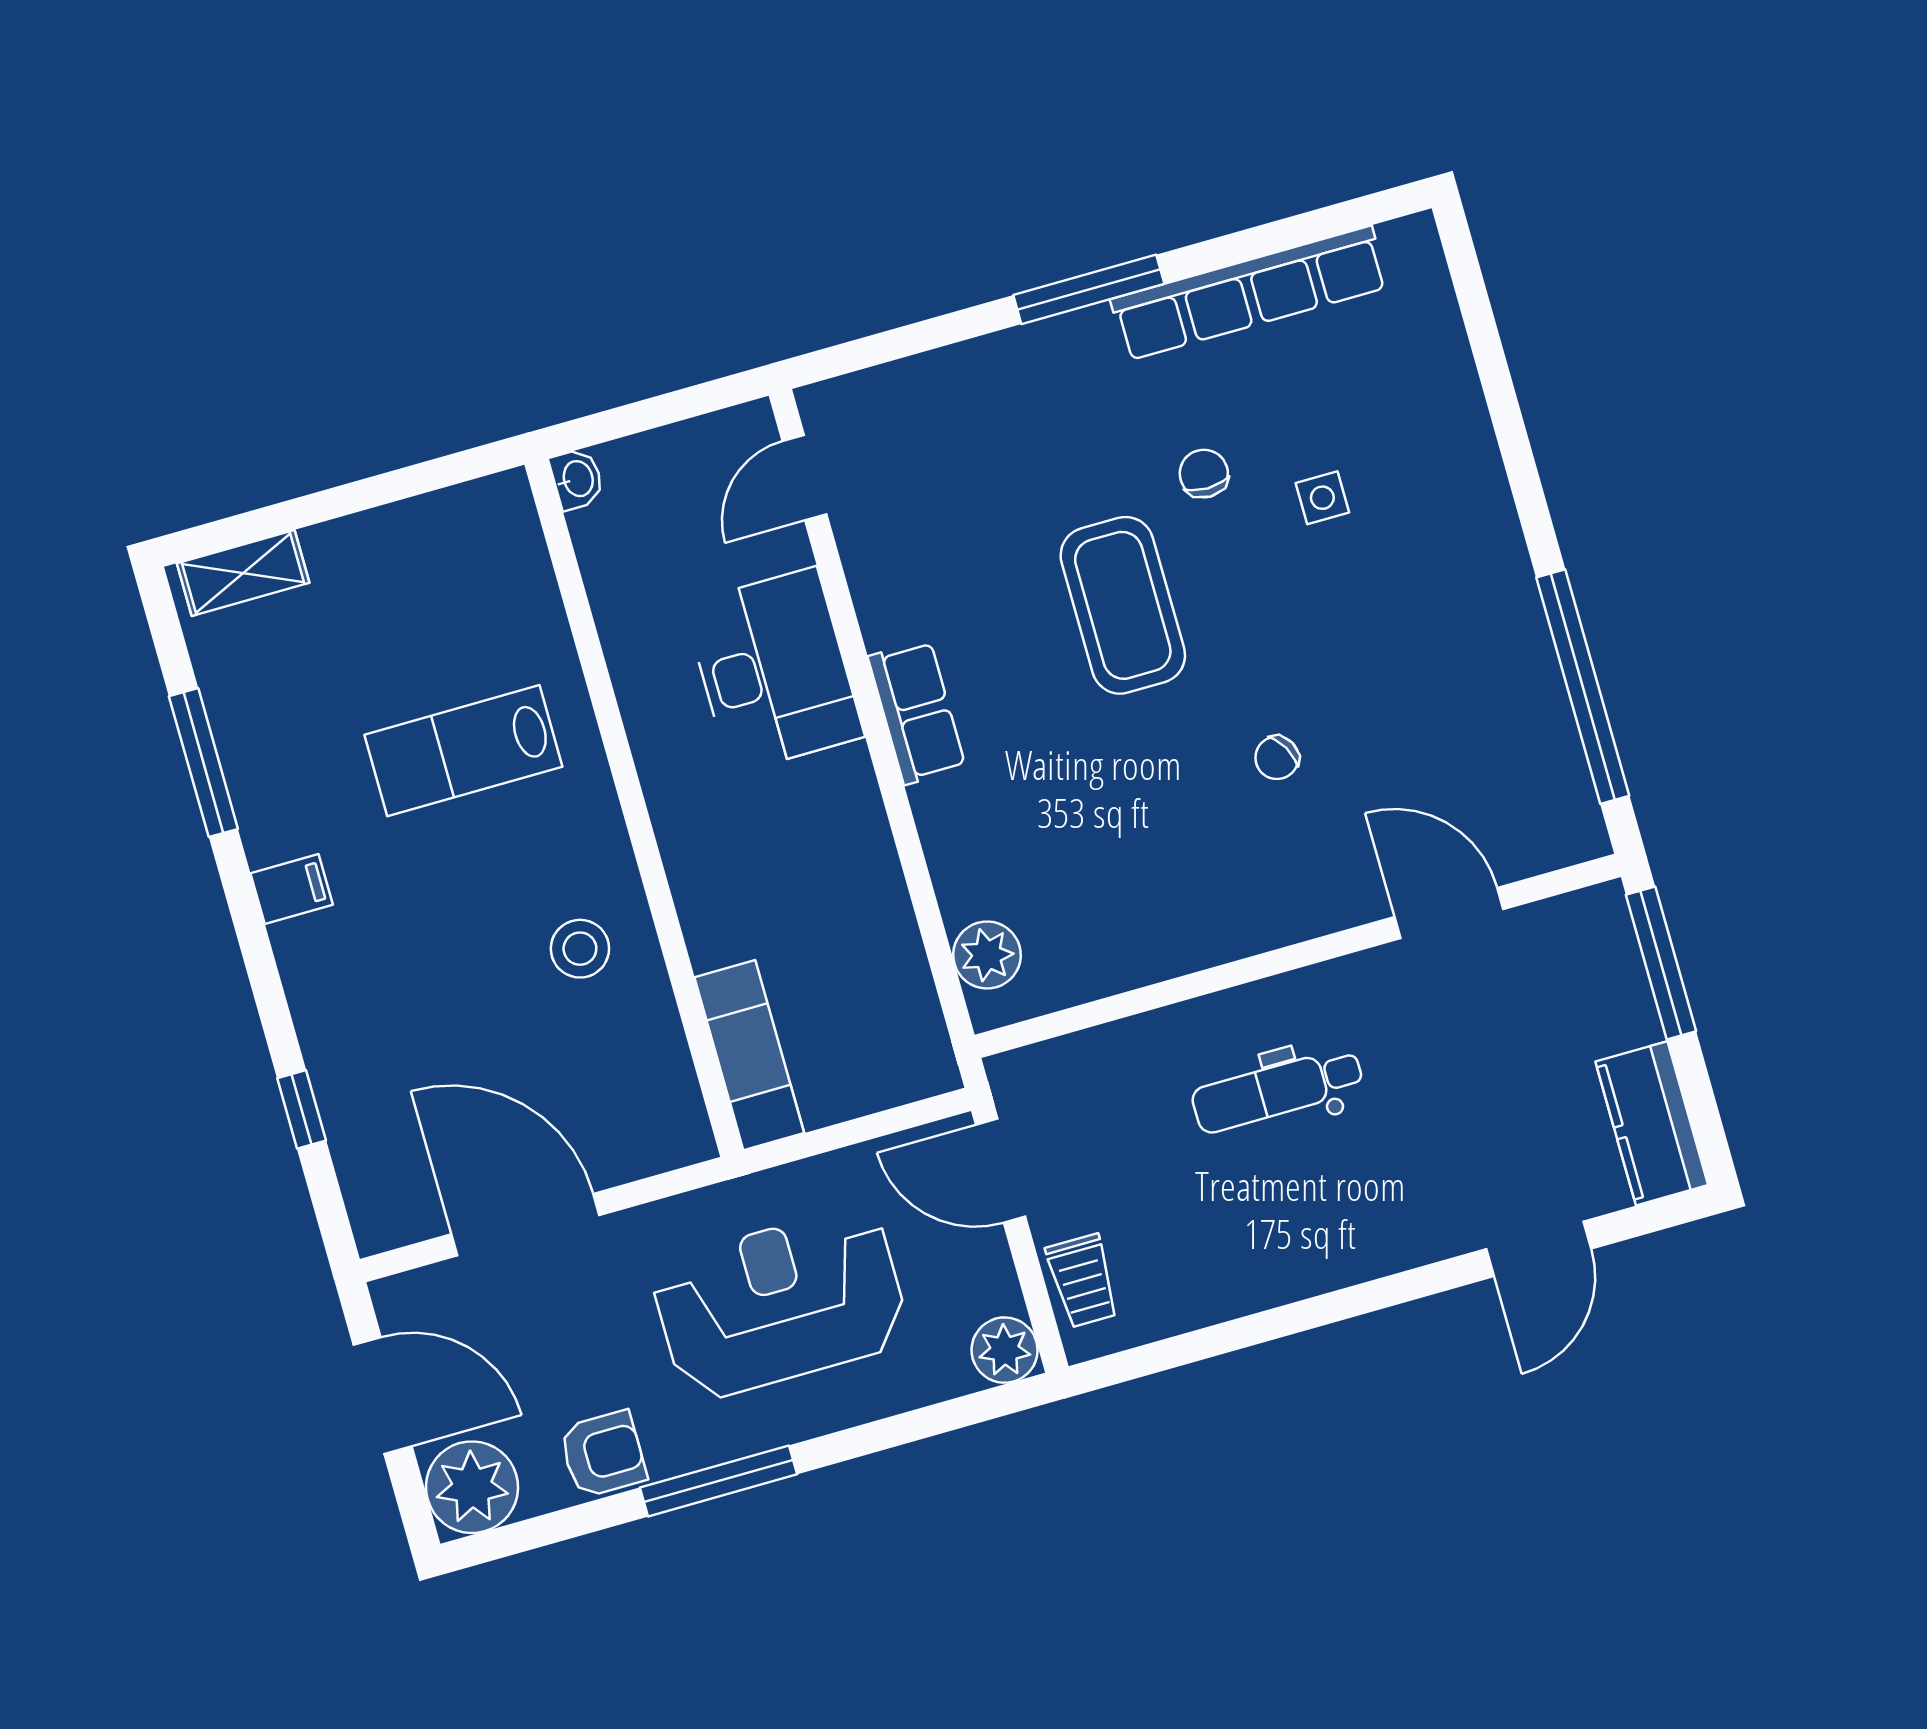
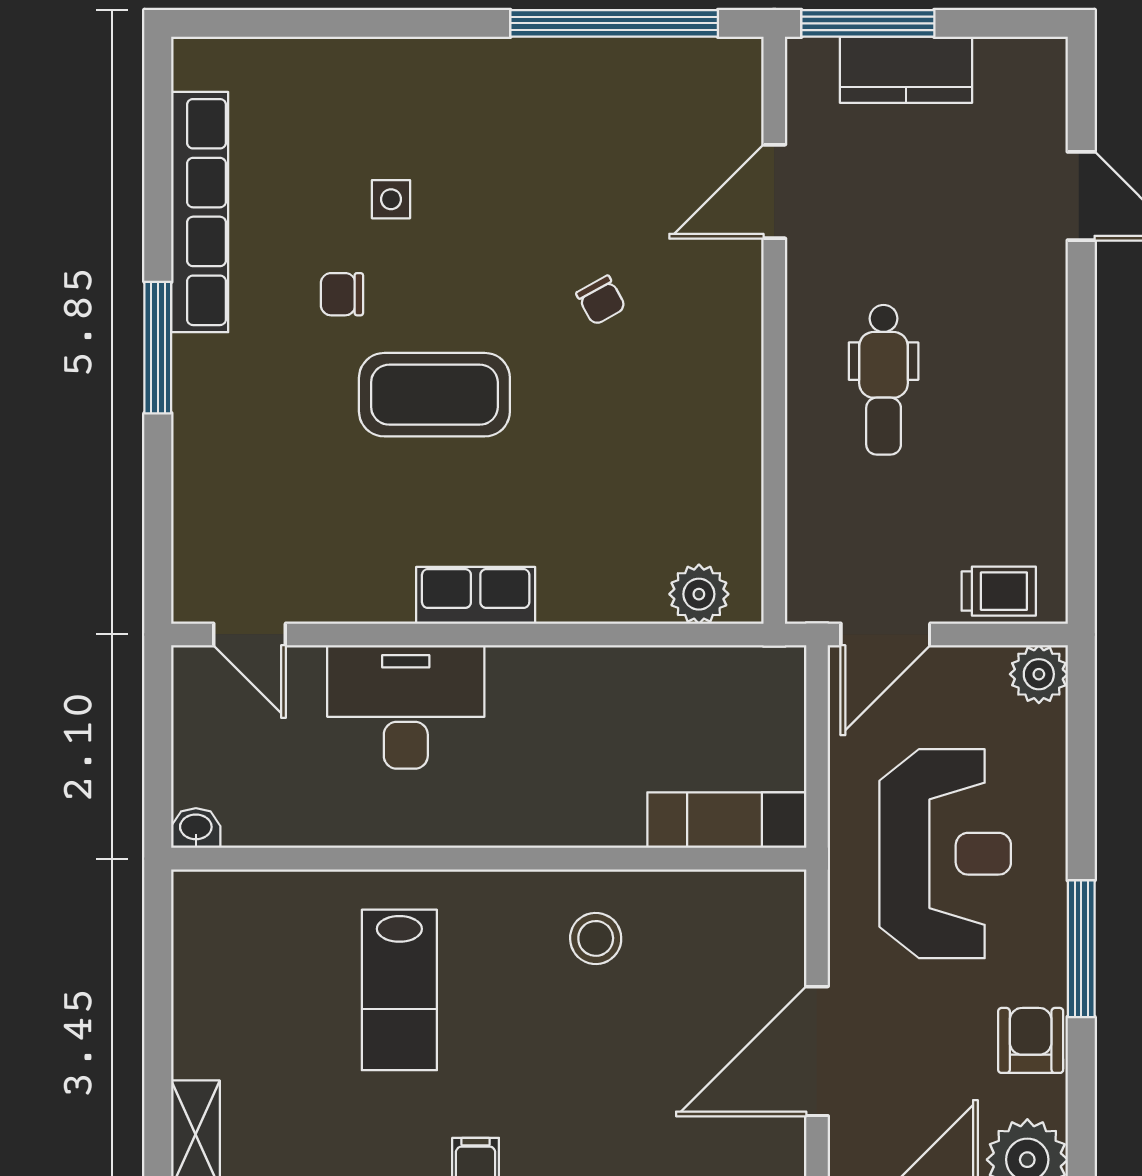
kitchen counter: (1652, 1123) -> (906, 70), moved
reception desk: (780, 1303) -> (945, 854), turned 180

